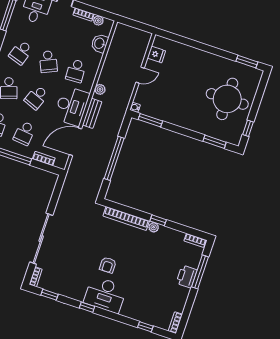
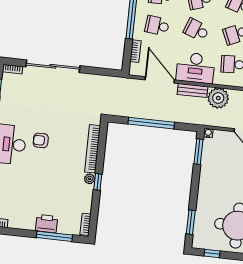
plant: (100, 89) -> (218, 98), width x1.87, depth x1.87

